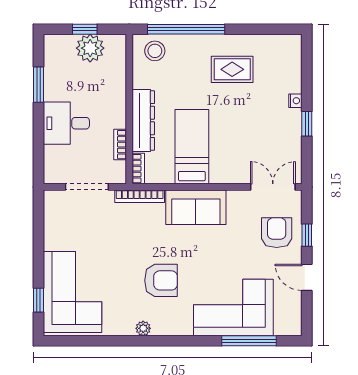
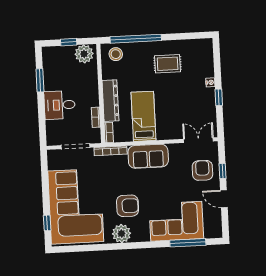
plant: (90, 48) -> (84, 54), moved
corner sofa: (72, 292) -> (76, 206), width x1.36, depth x1.36
plant: (143, 328) -> (121, 234), width x1.88, depth x1.88

